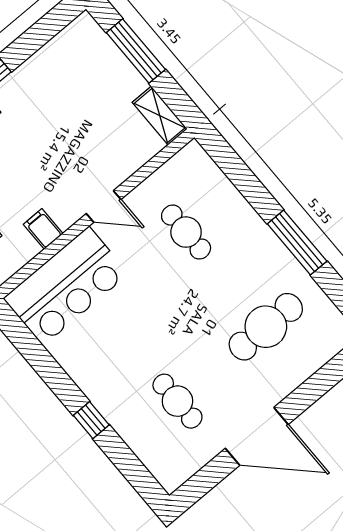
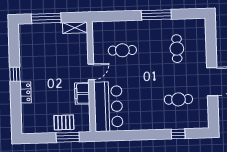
filing cabinet: (43, 229) -> (82, 93), width x2.00
cafe table: (266, 327) -> (177, 49), width x0.73, depth x0.74
window: (91, 420) -> (178, 134), moved

